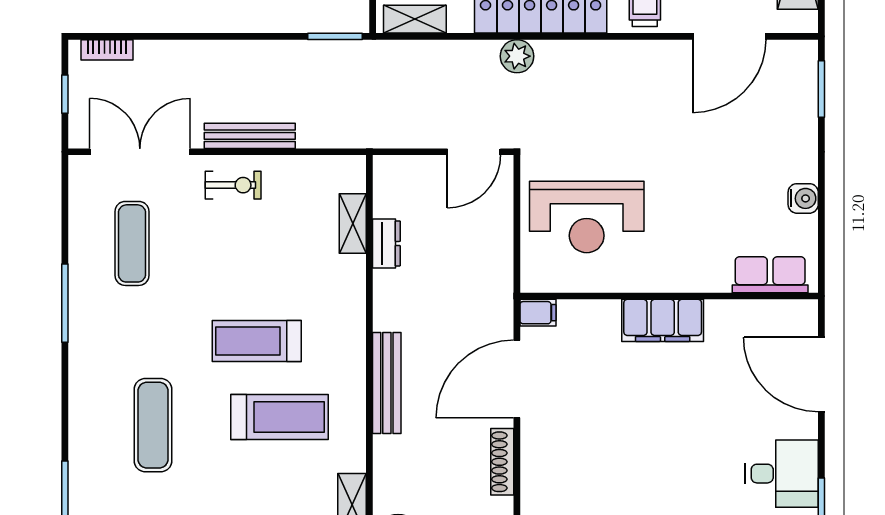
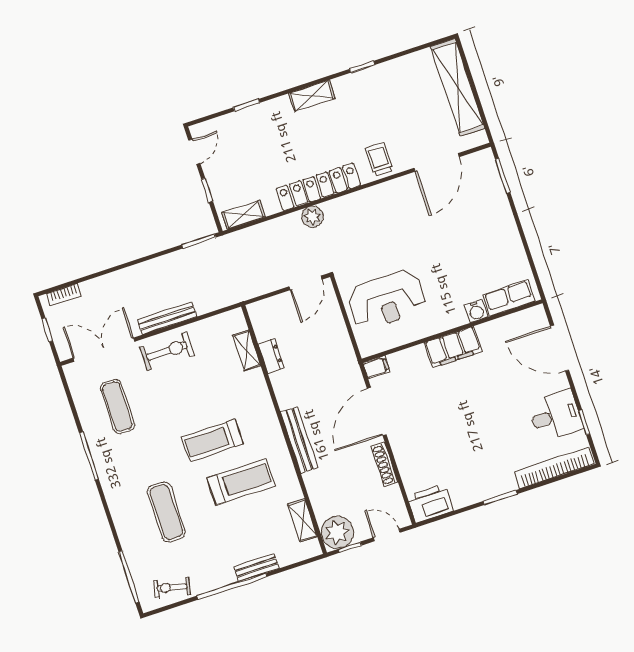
exercise bike: (233, 185) -> (167, 351), width x1.38, depth x1.39
water cooler: (803, 198) -> (476, 311), moved, turned 90

